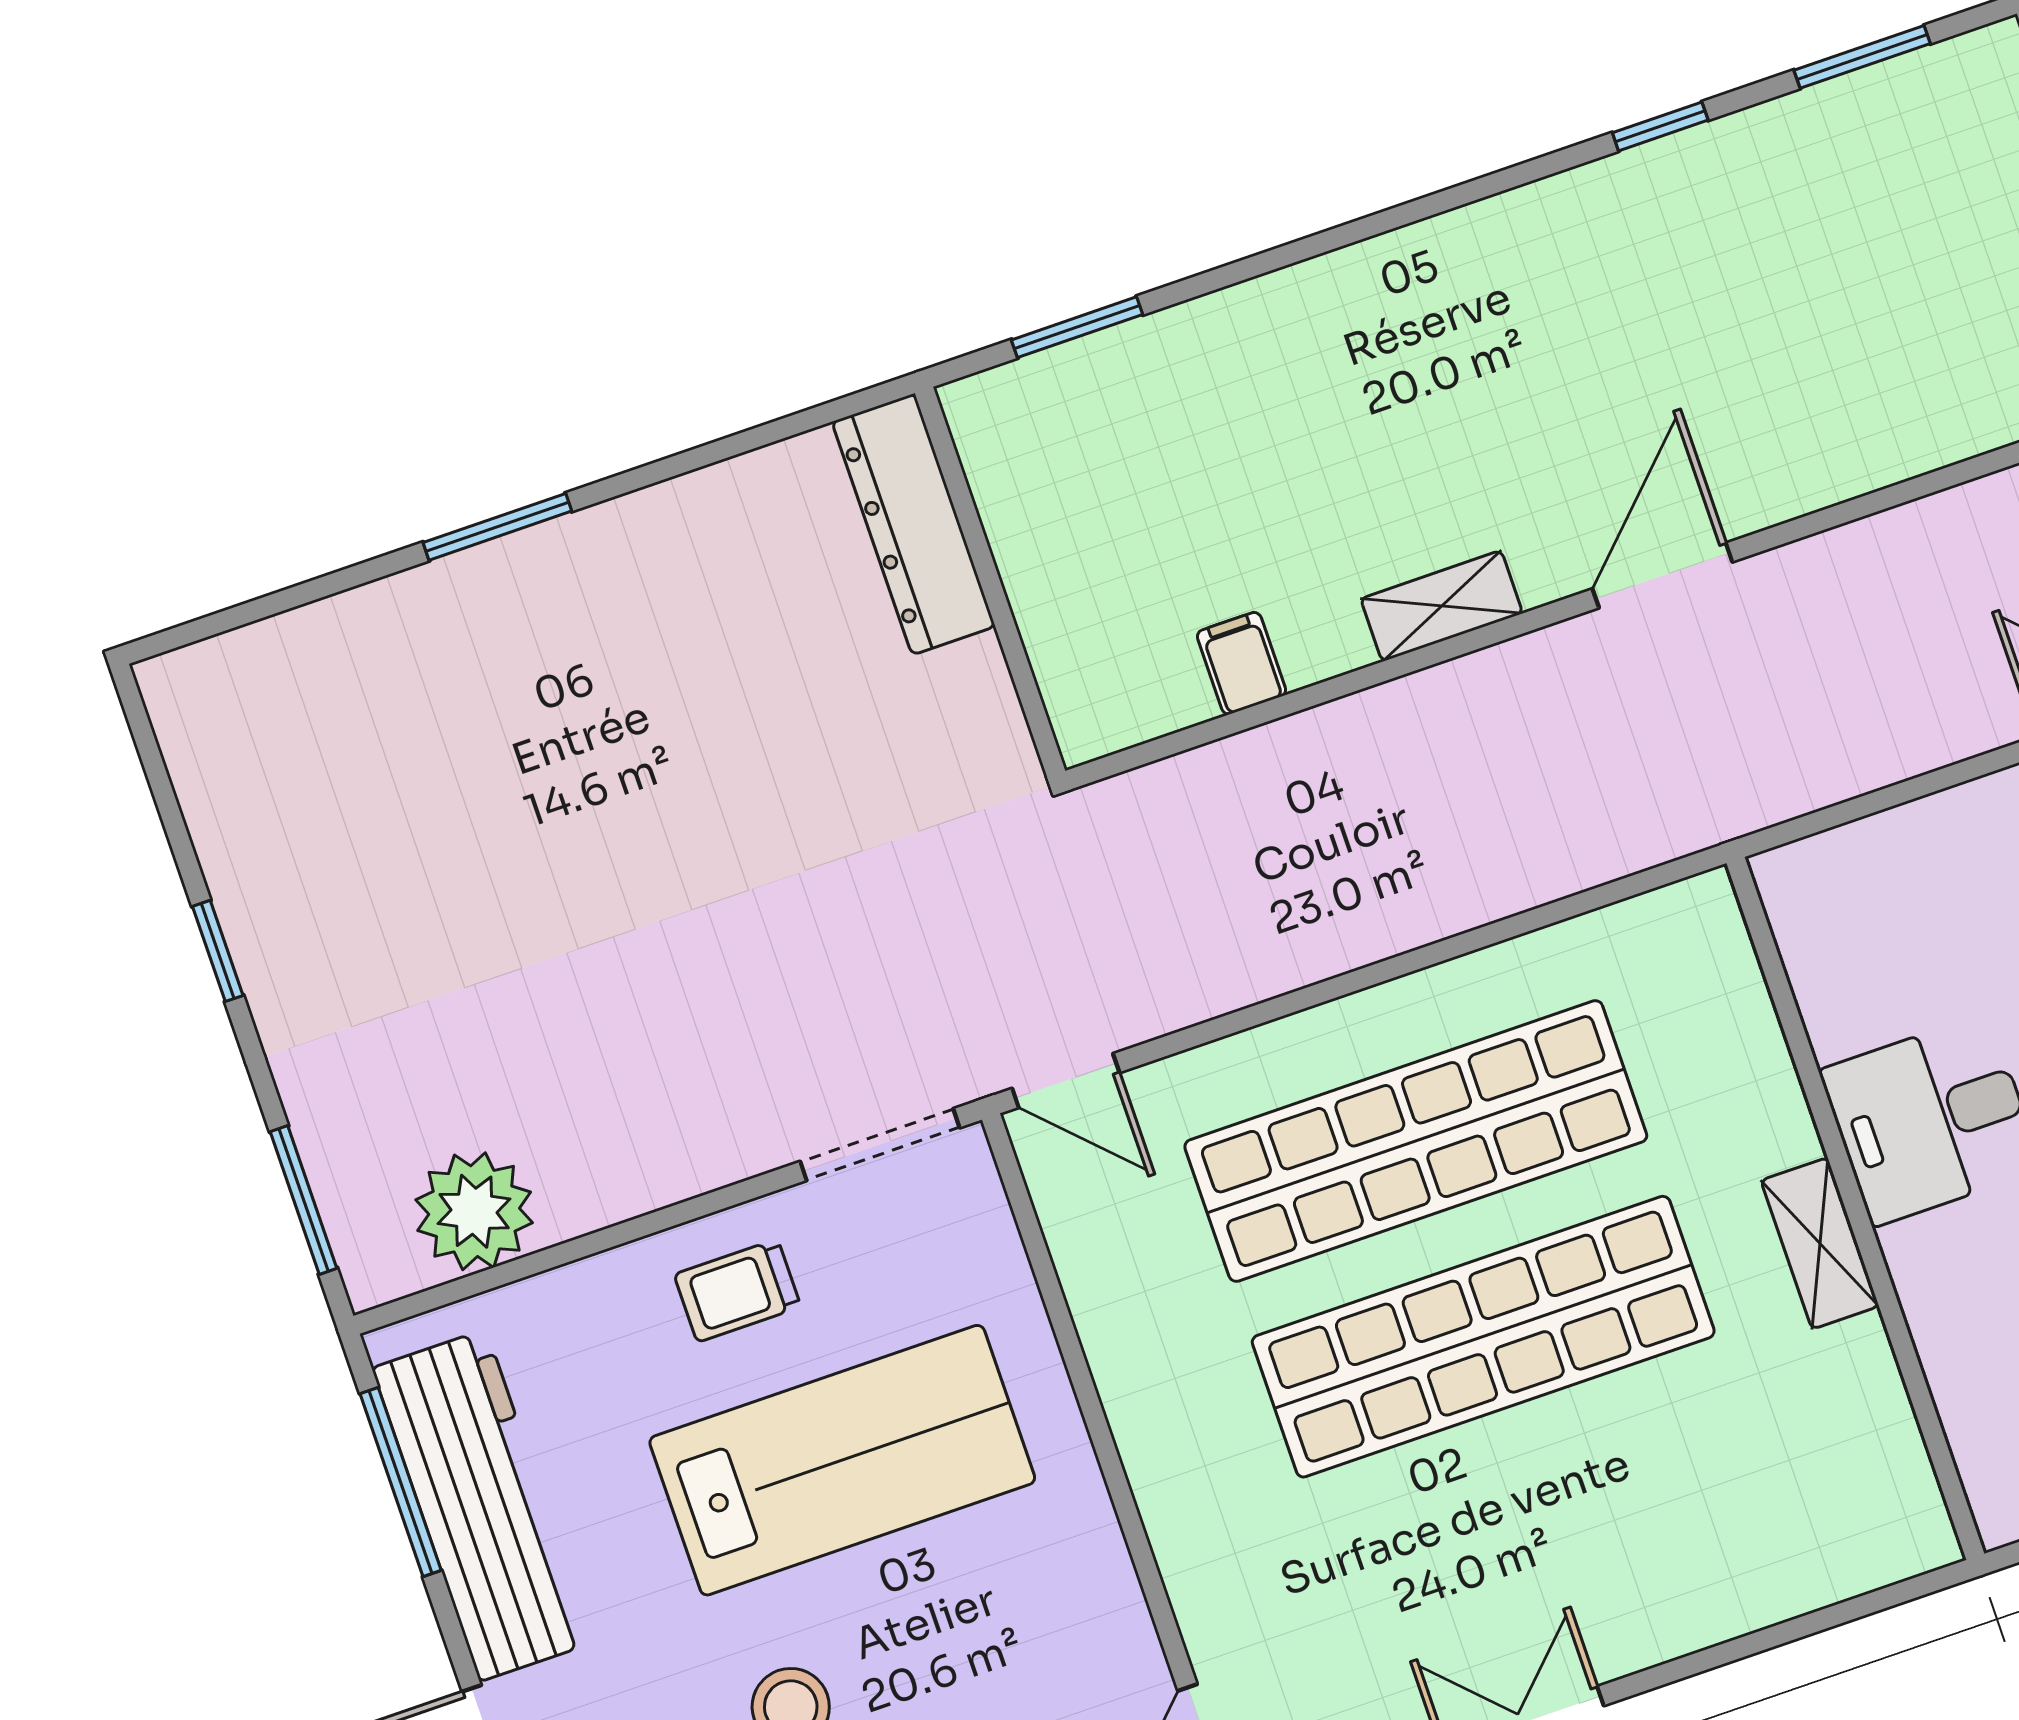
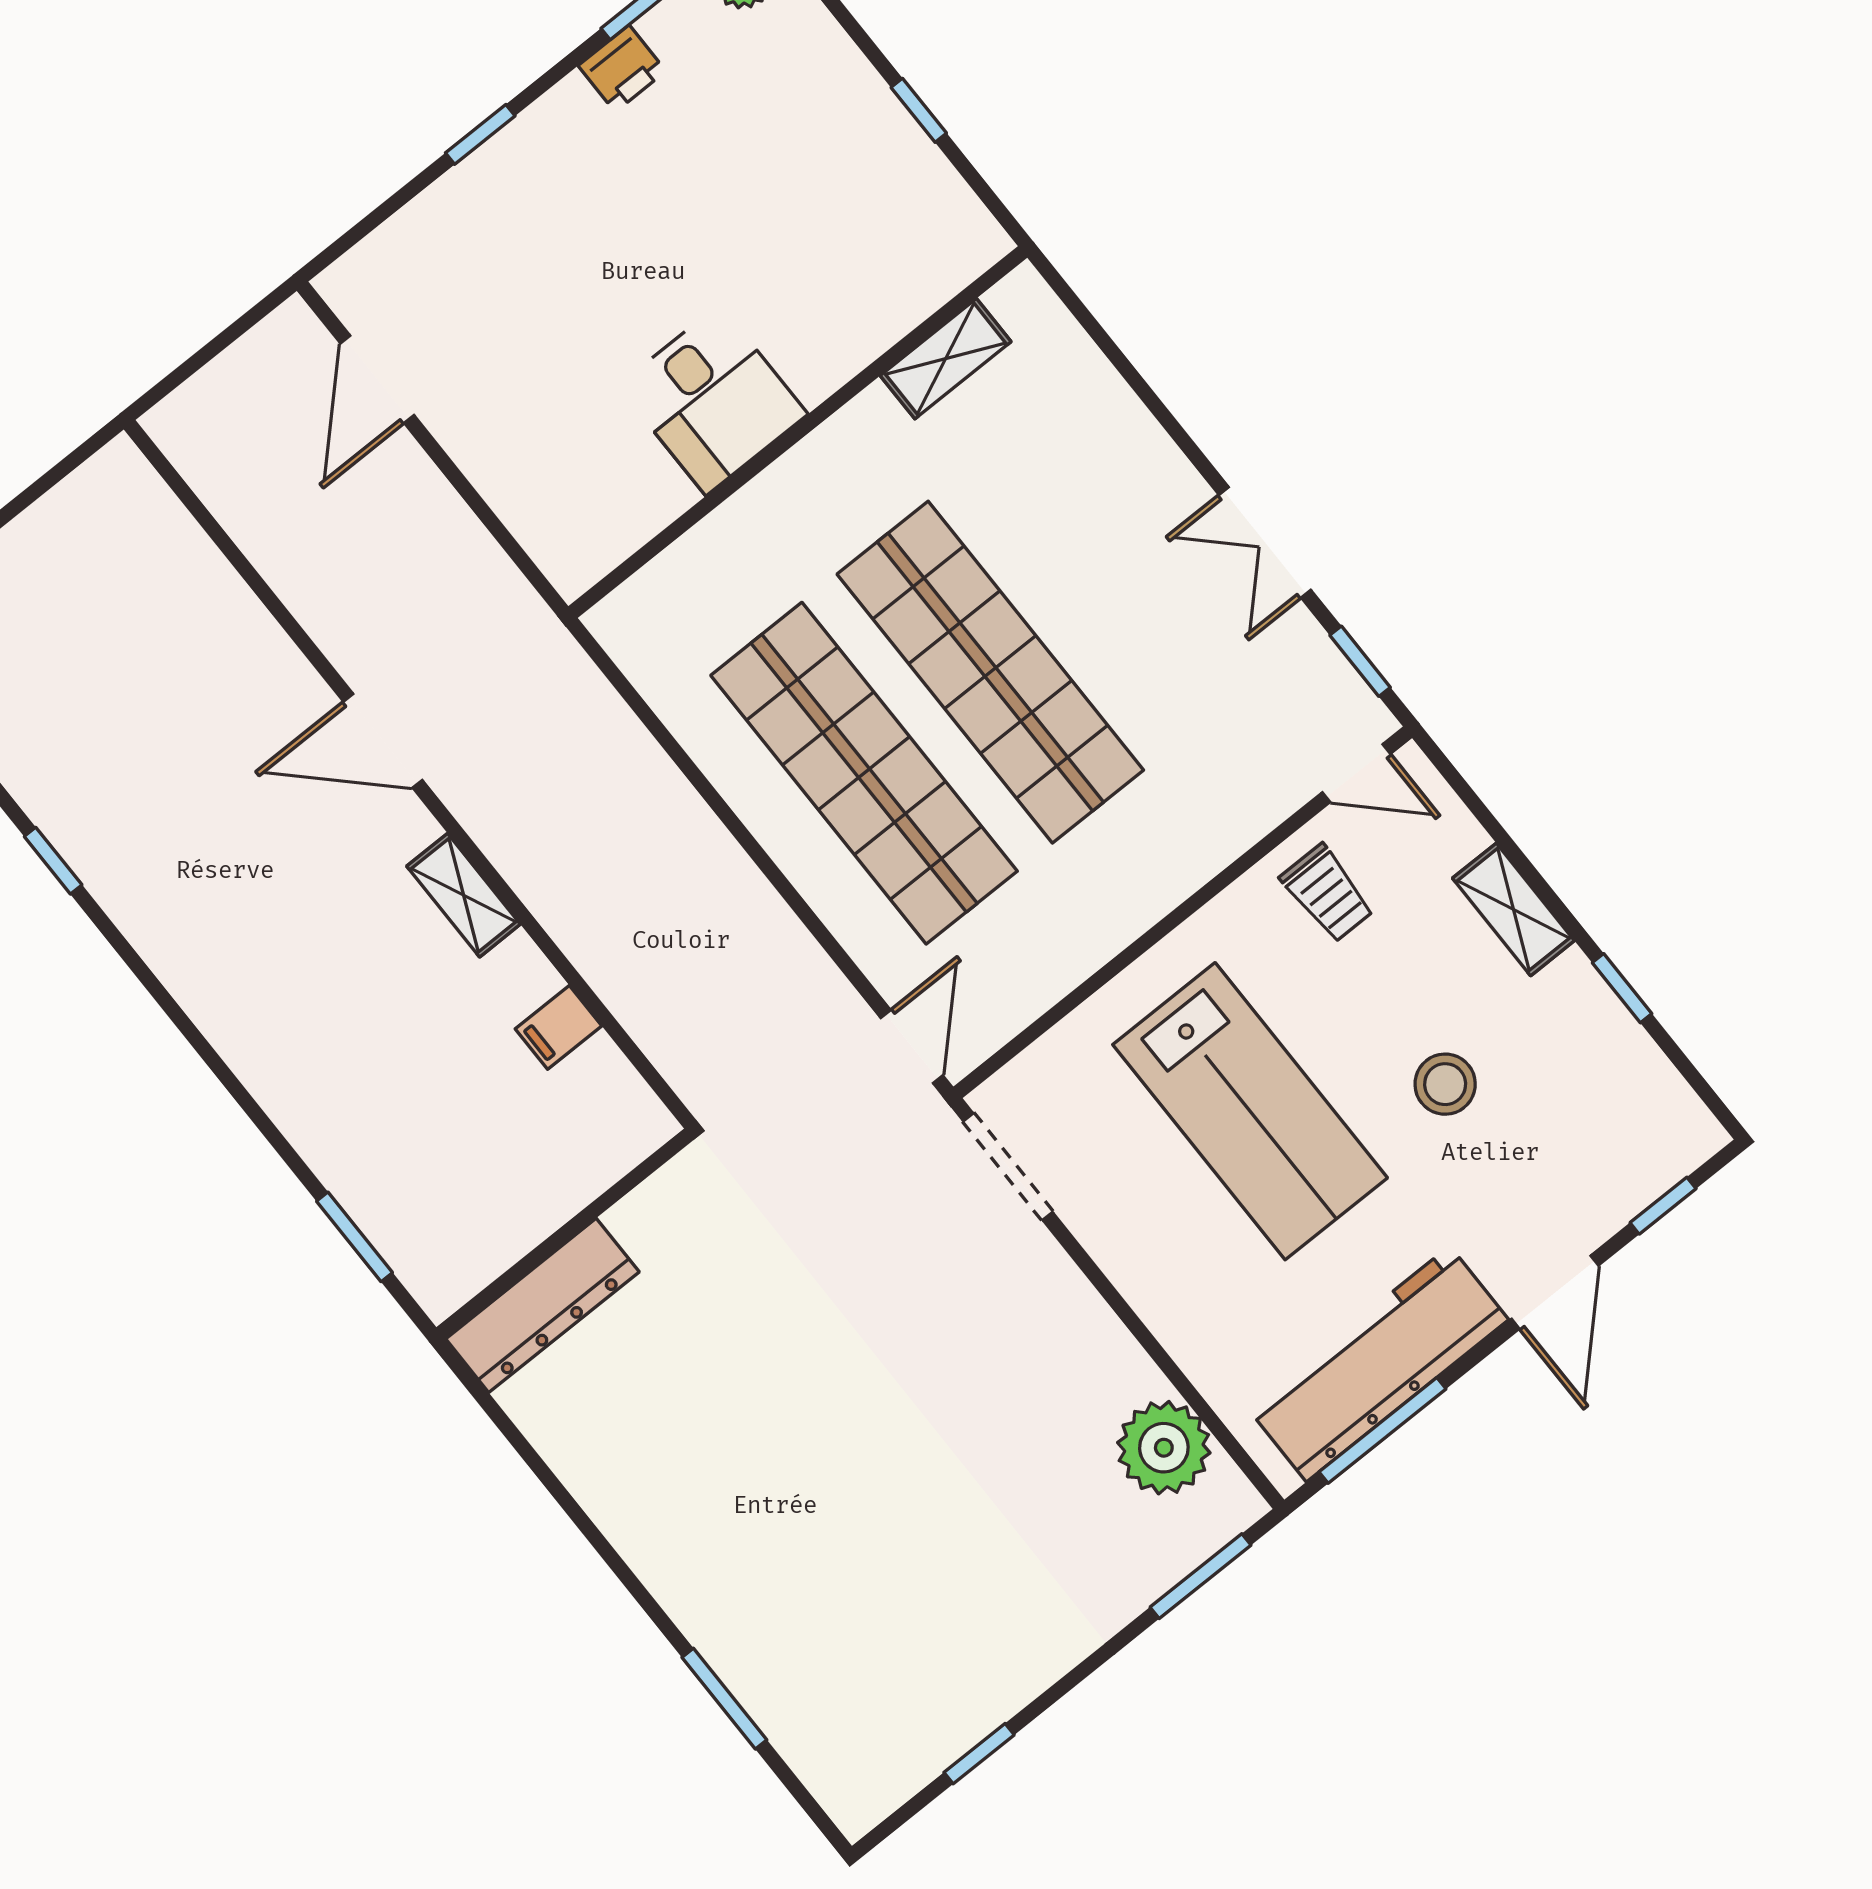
window: (497, 527) -> (724, 1699), moved
window: (218, 951) -> (979, 1754), moved
shelving: (1820, 1243) -> (946, 359), moved
trolley: (737, 1291) -> (1327, 893), moved
lab bench: (842, 1460) -> (1250, 1111), turned 180

